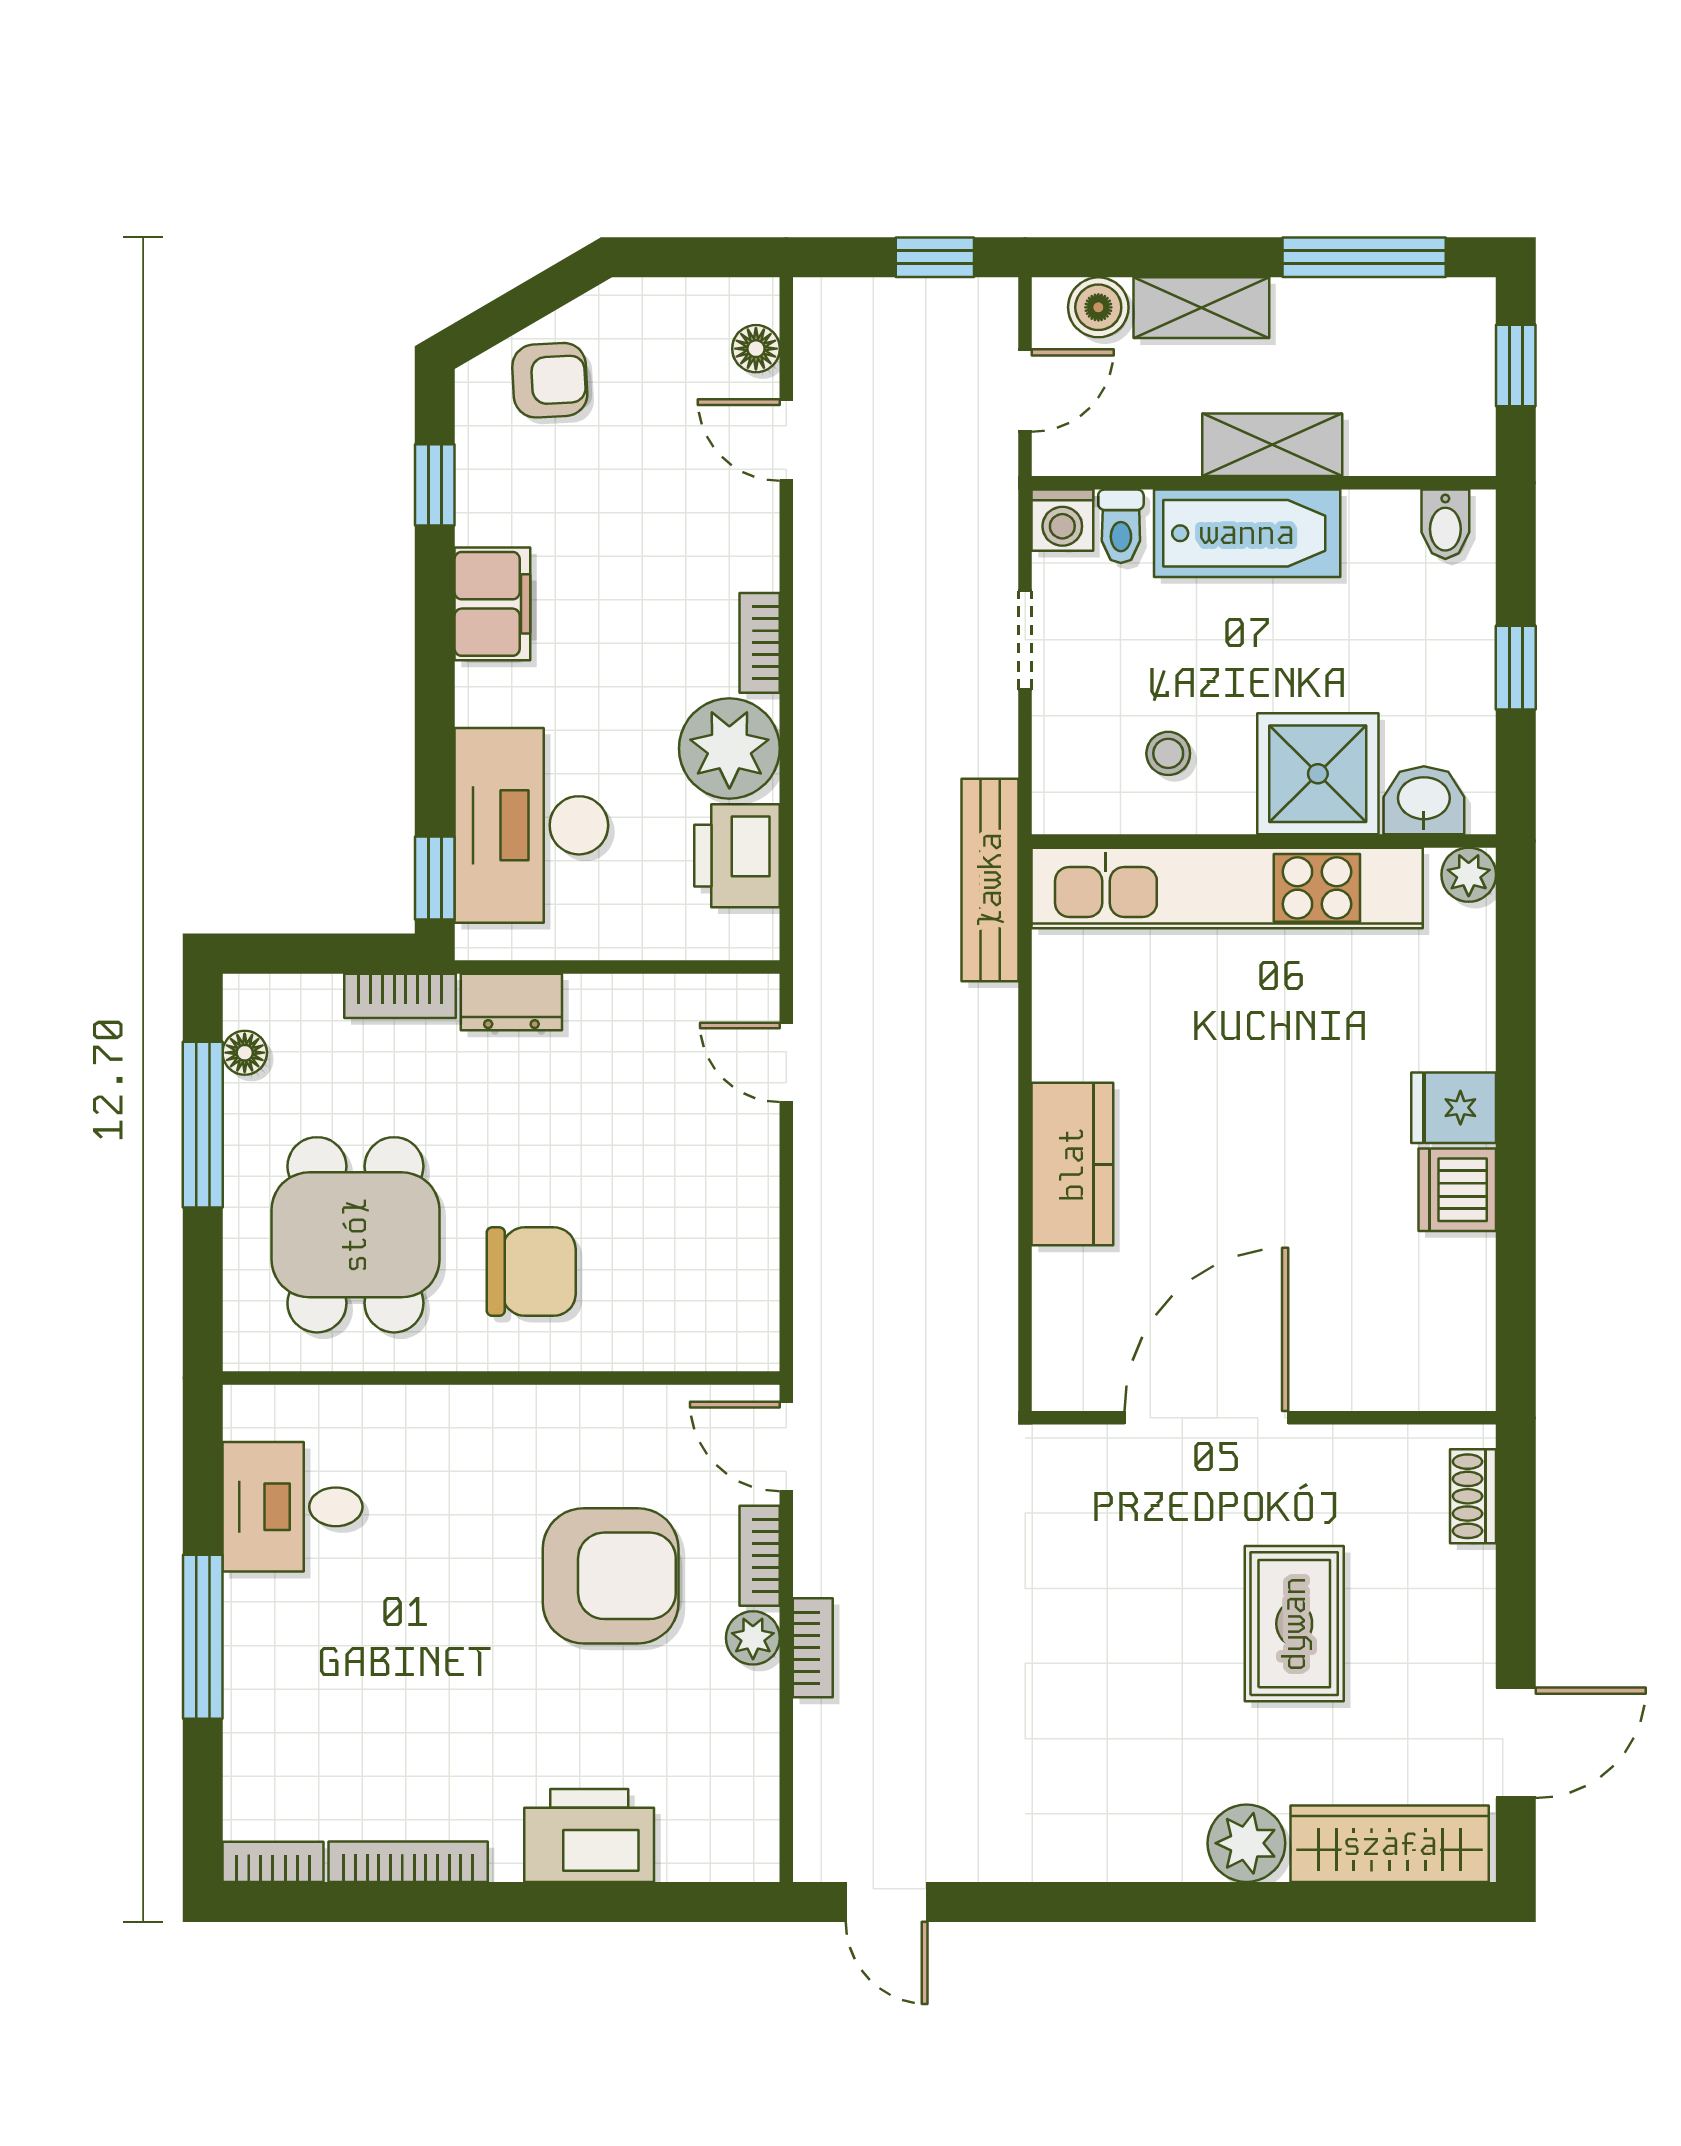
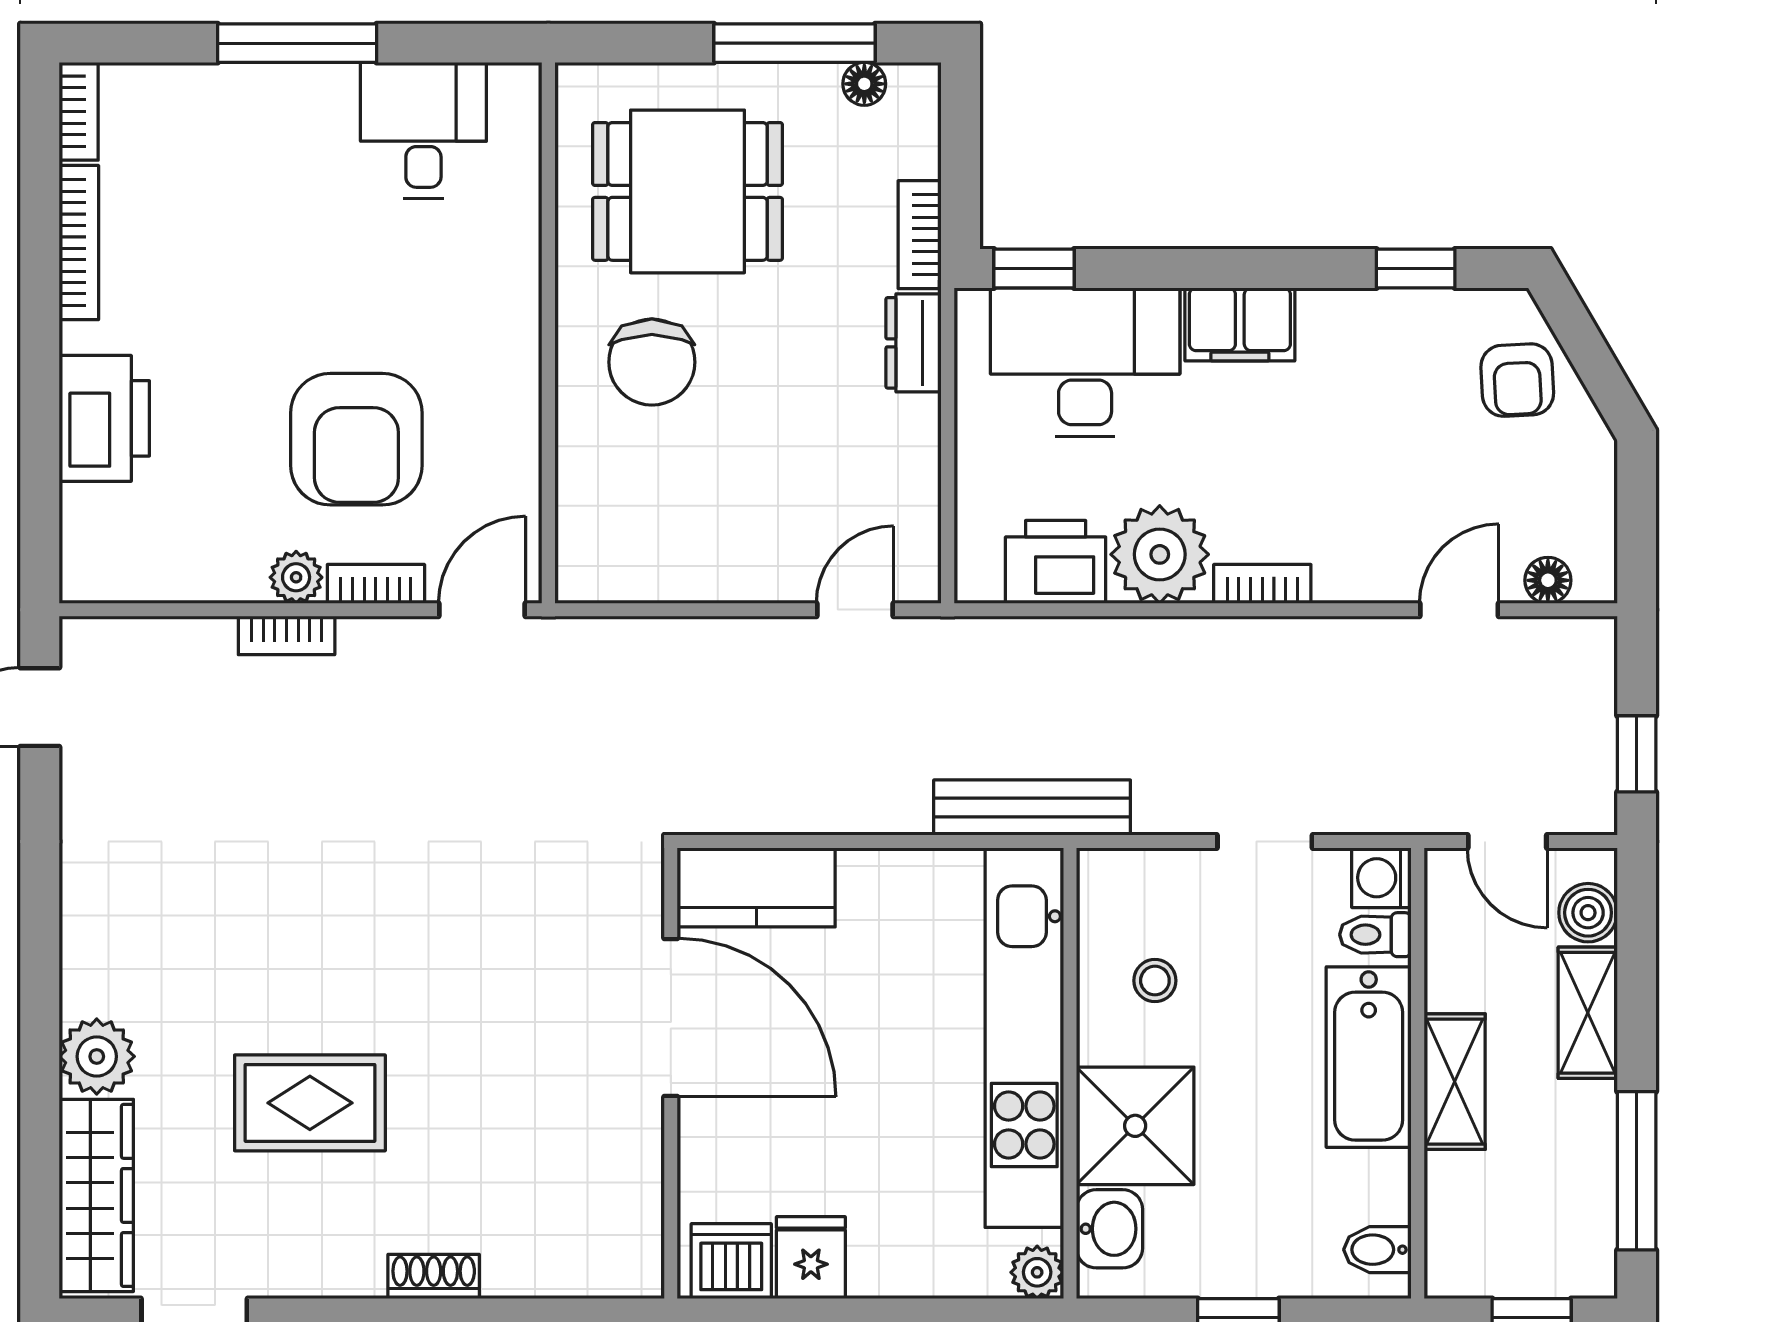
filing cabinet: (492, 604) -> (1240, 324), moved
door: (1206, 1418) -> (671, 1018), moved
wall: (1264, 1418) -> (671, 1073), moved

